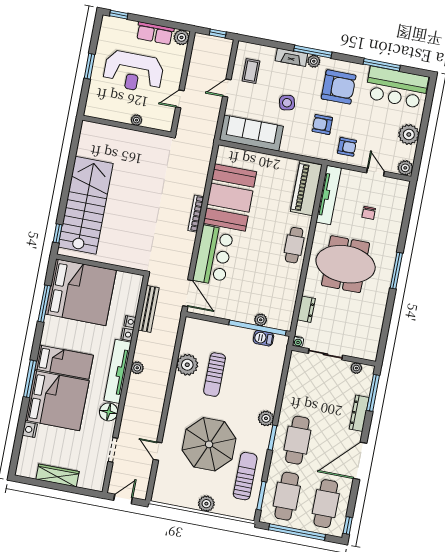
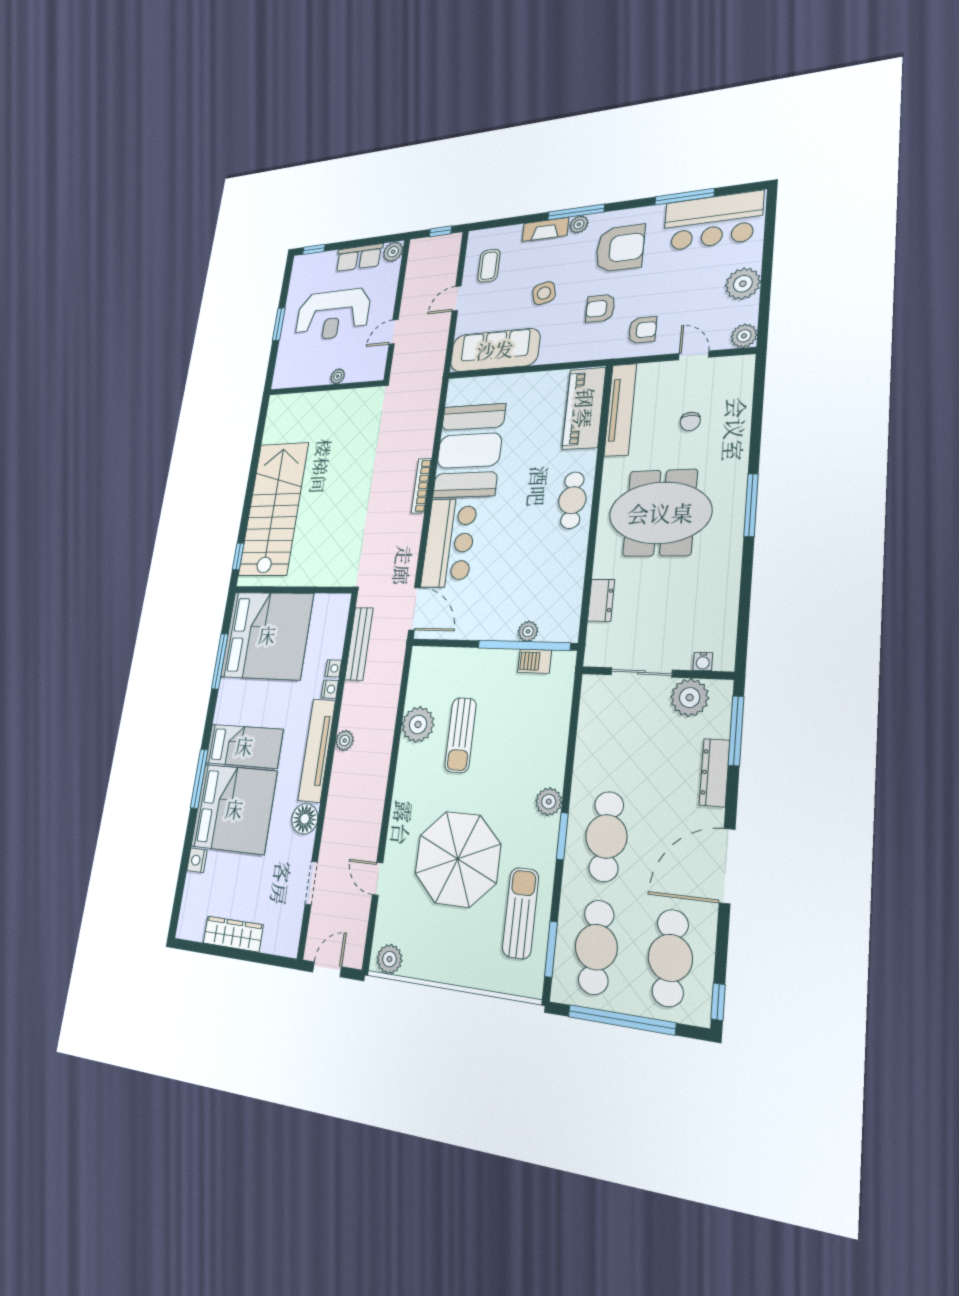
water cooler: (298, 342) -> (703, 661), moved
plant: (356, 368) -> (690, 698), width x1.88, depth x1.88
plant: (206, 504) -> (389, 959), moved

